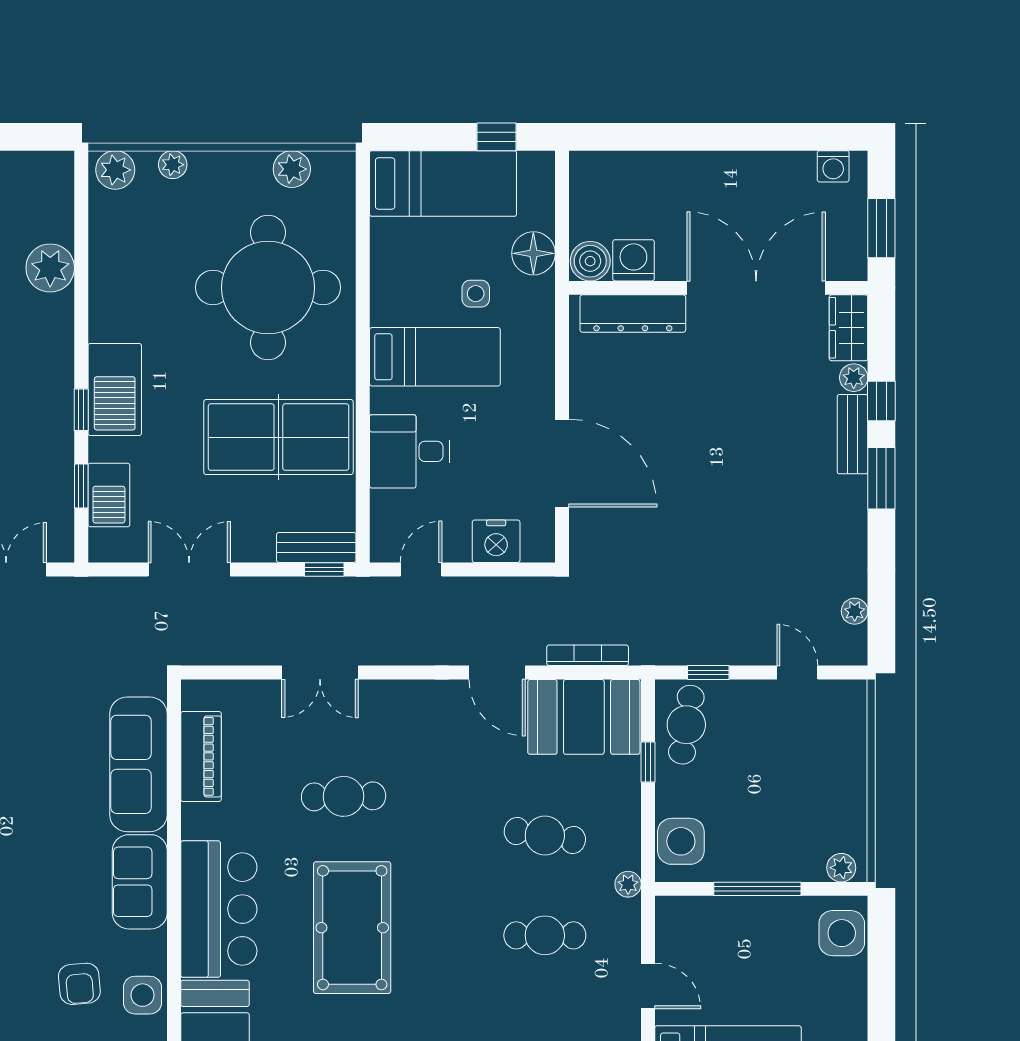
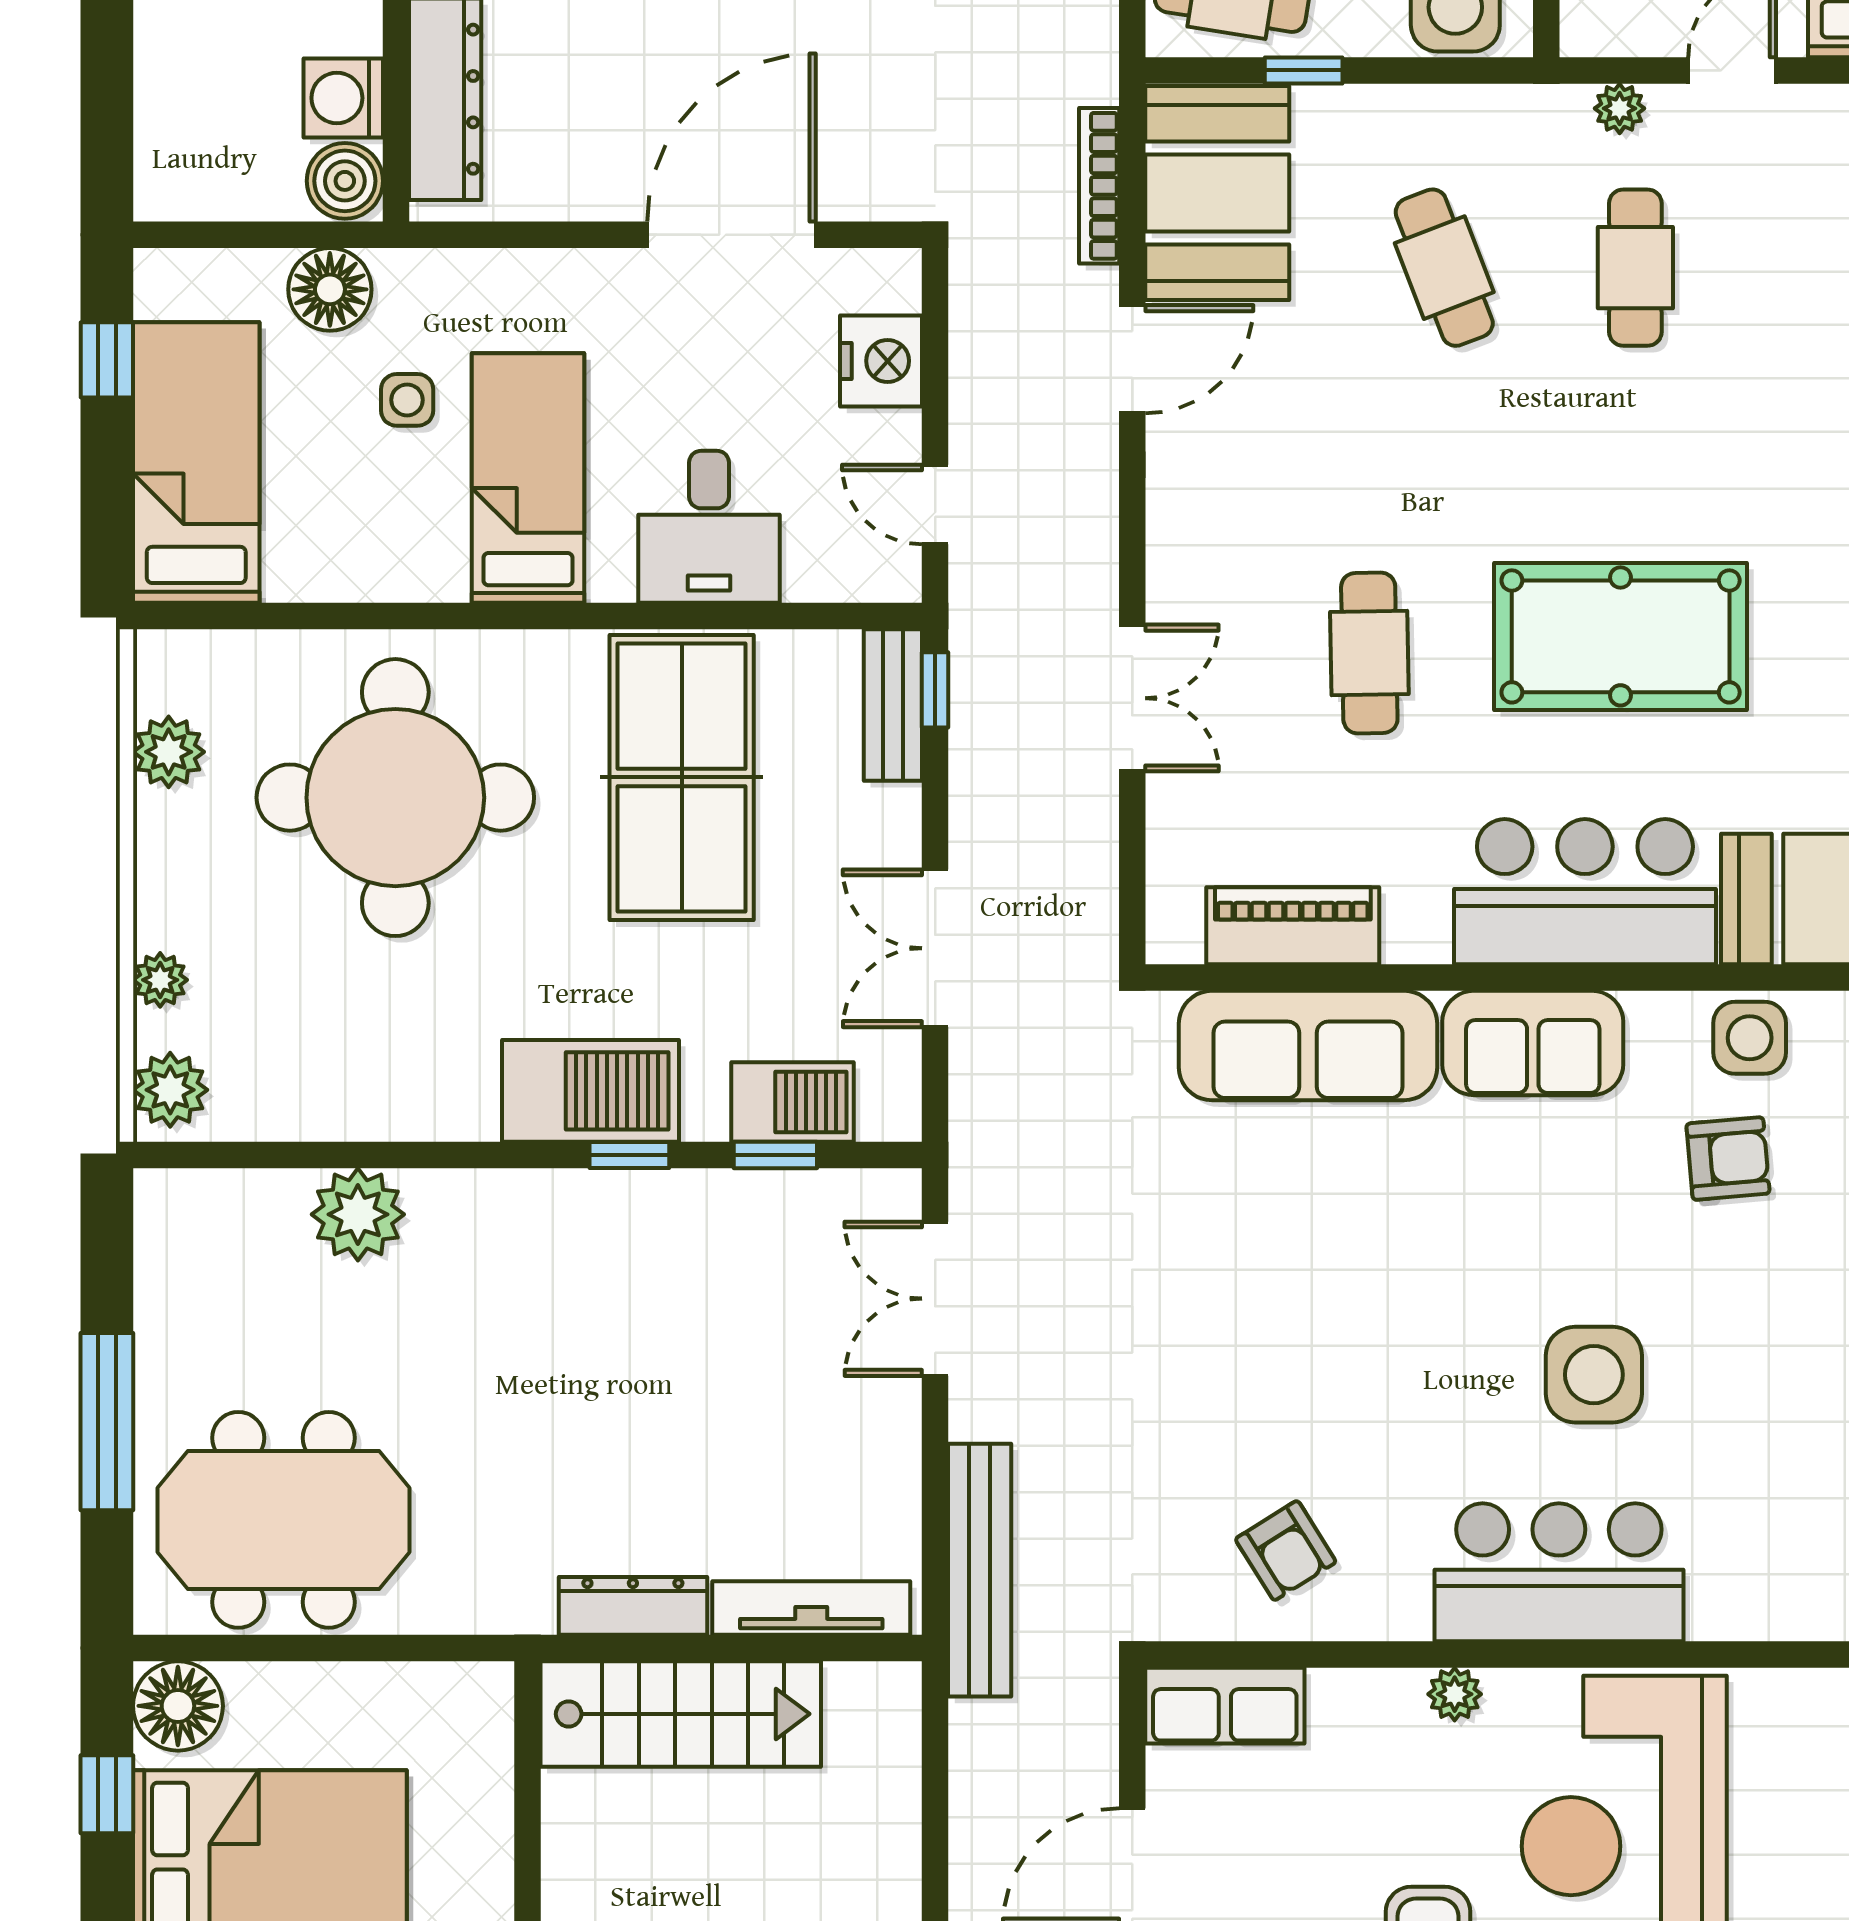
cafe table: (545, 836) -> (1444, 268), turned -30
plant: (628, 884) -> (1620, 108), moved

